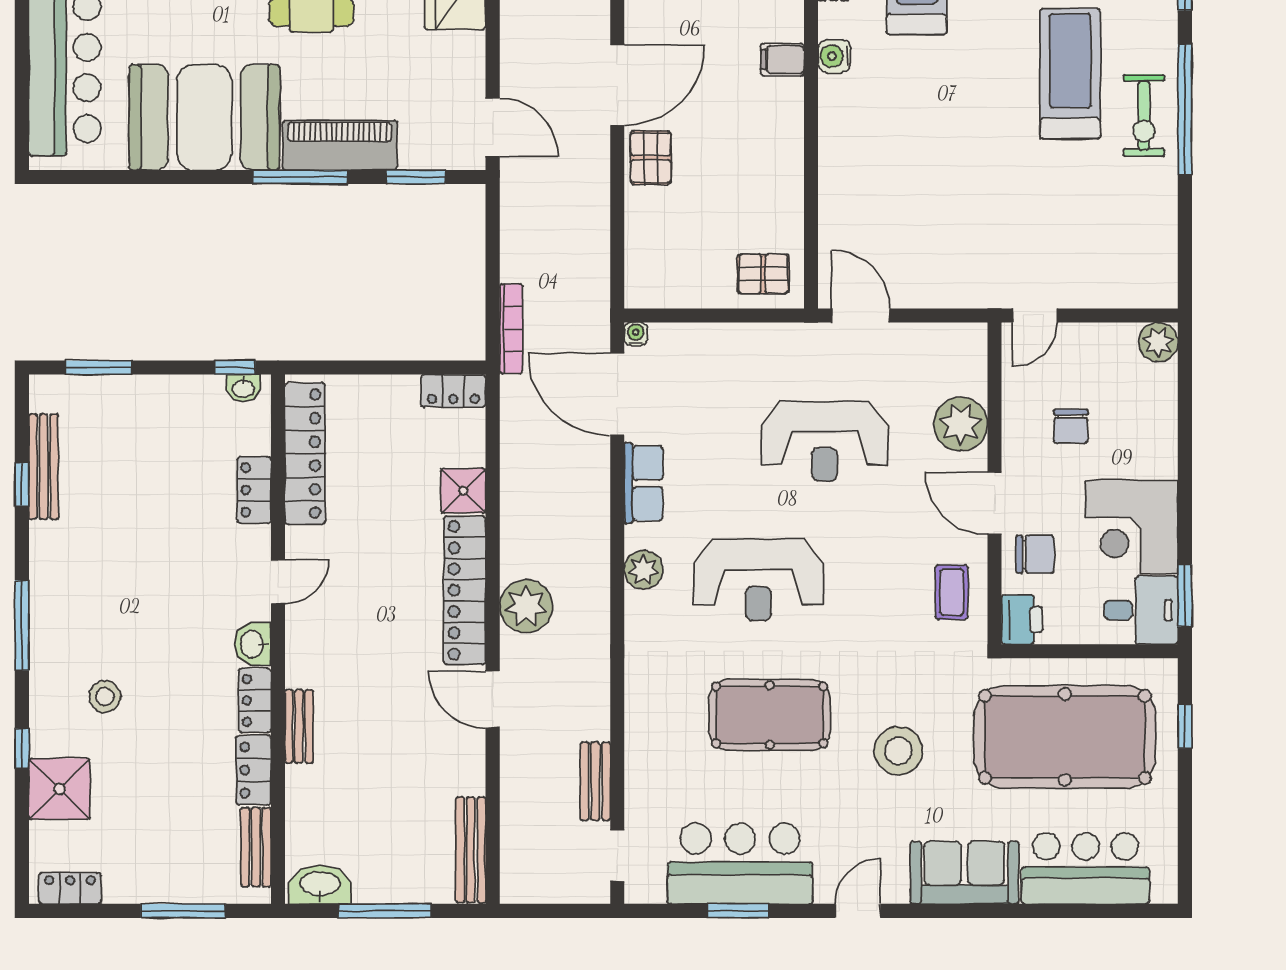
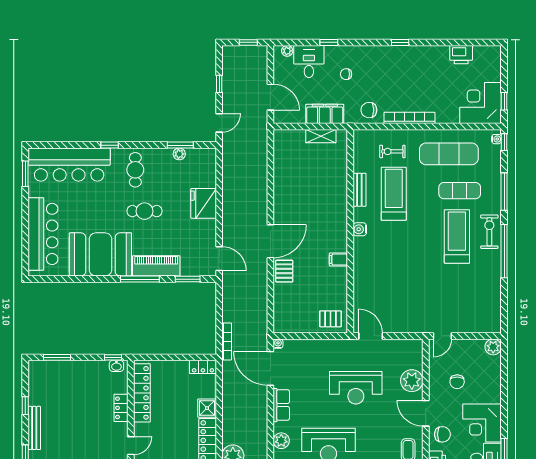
filing cabinet: (782, 60) -> (338, 259), moved
exercise bike: (1144, 115) -> (489, 232), moved, turned 180
bench: (43, 467) -> (34, 428), moved

